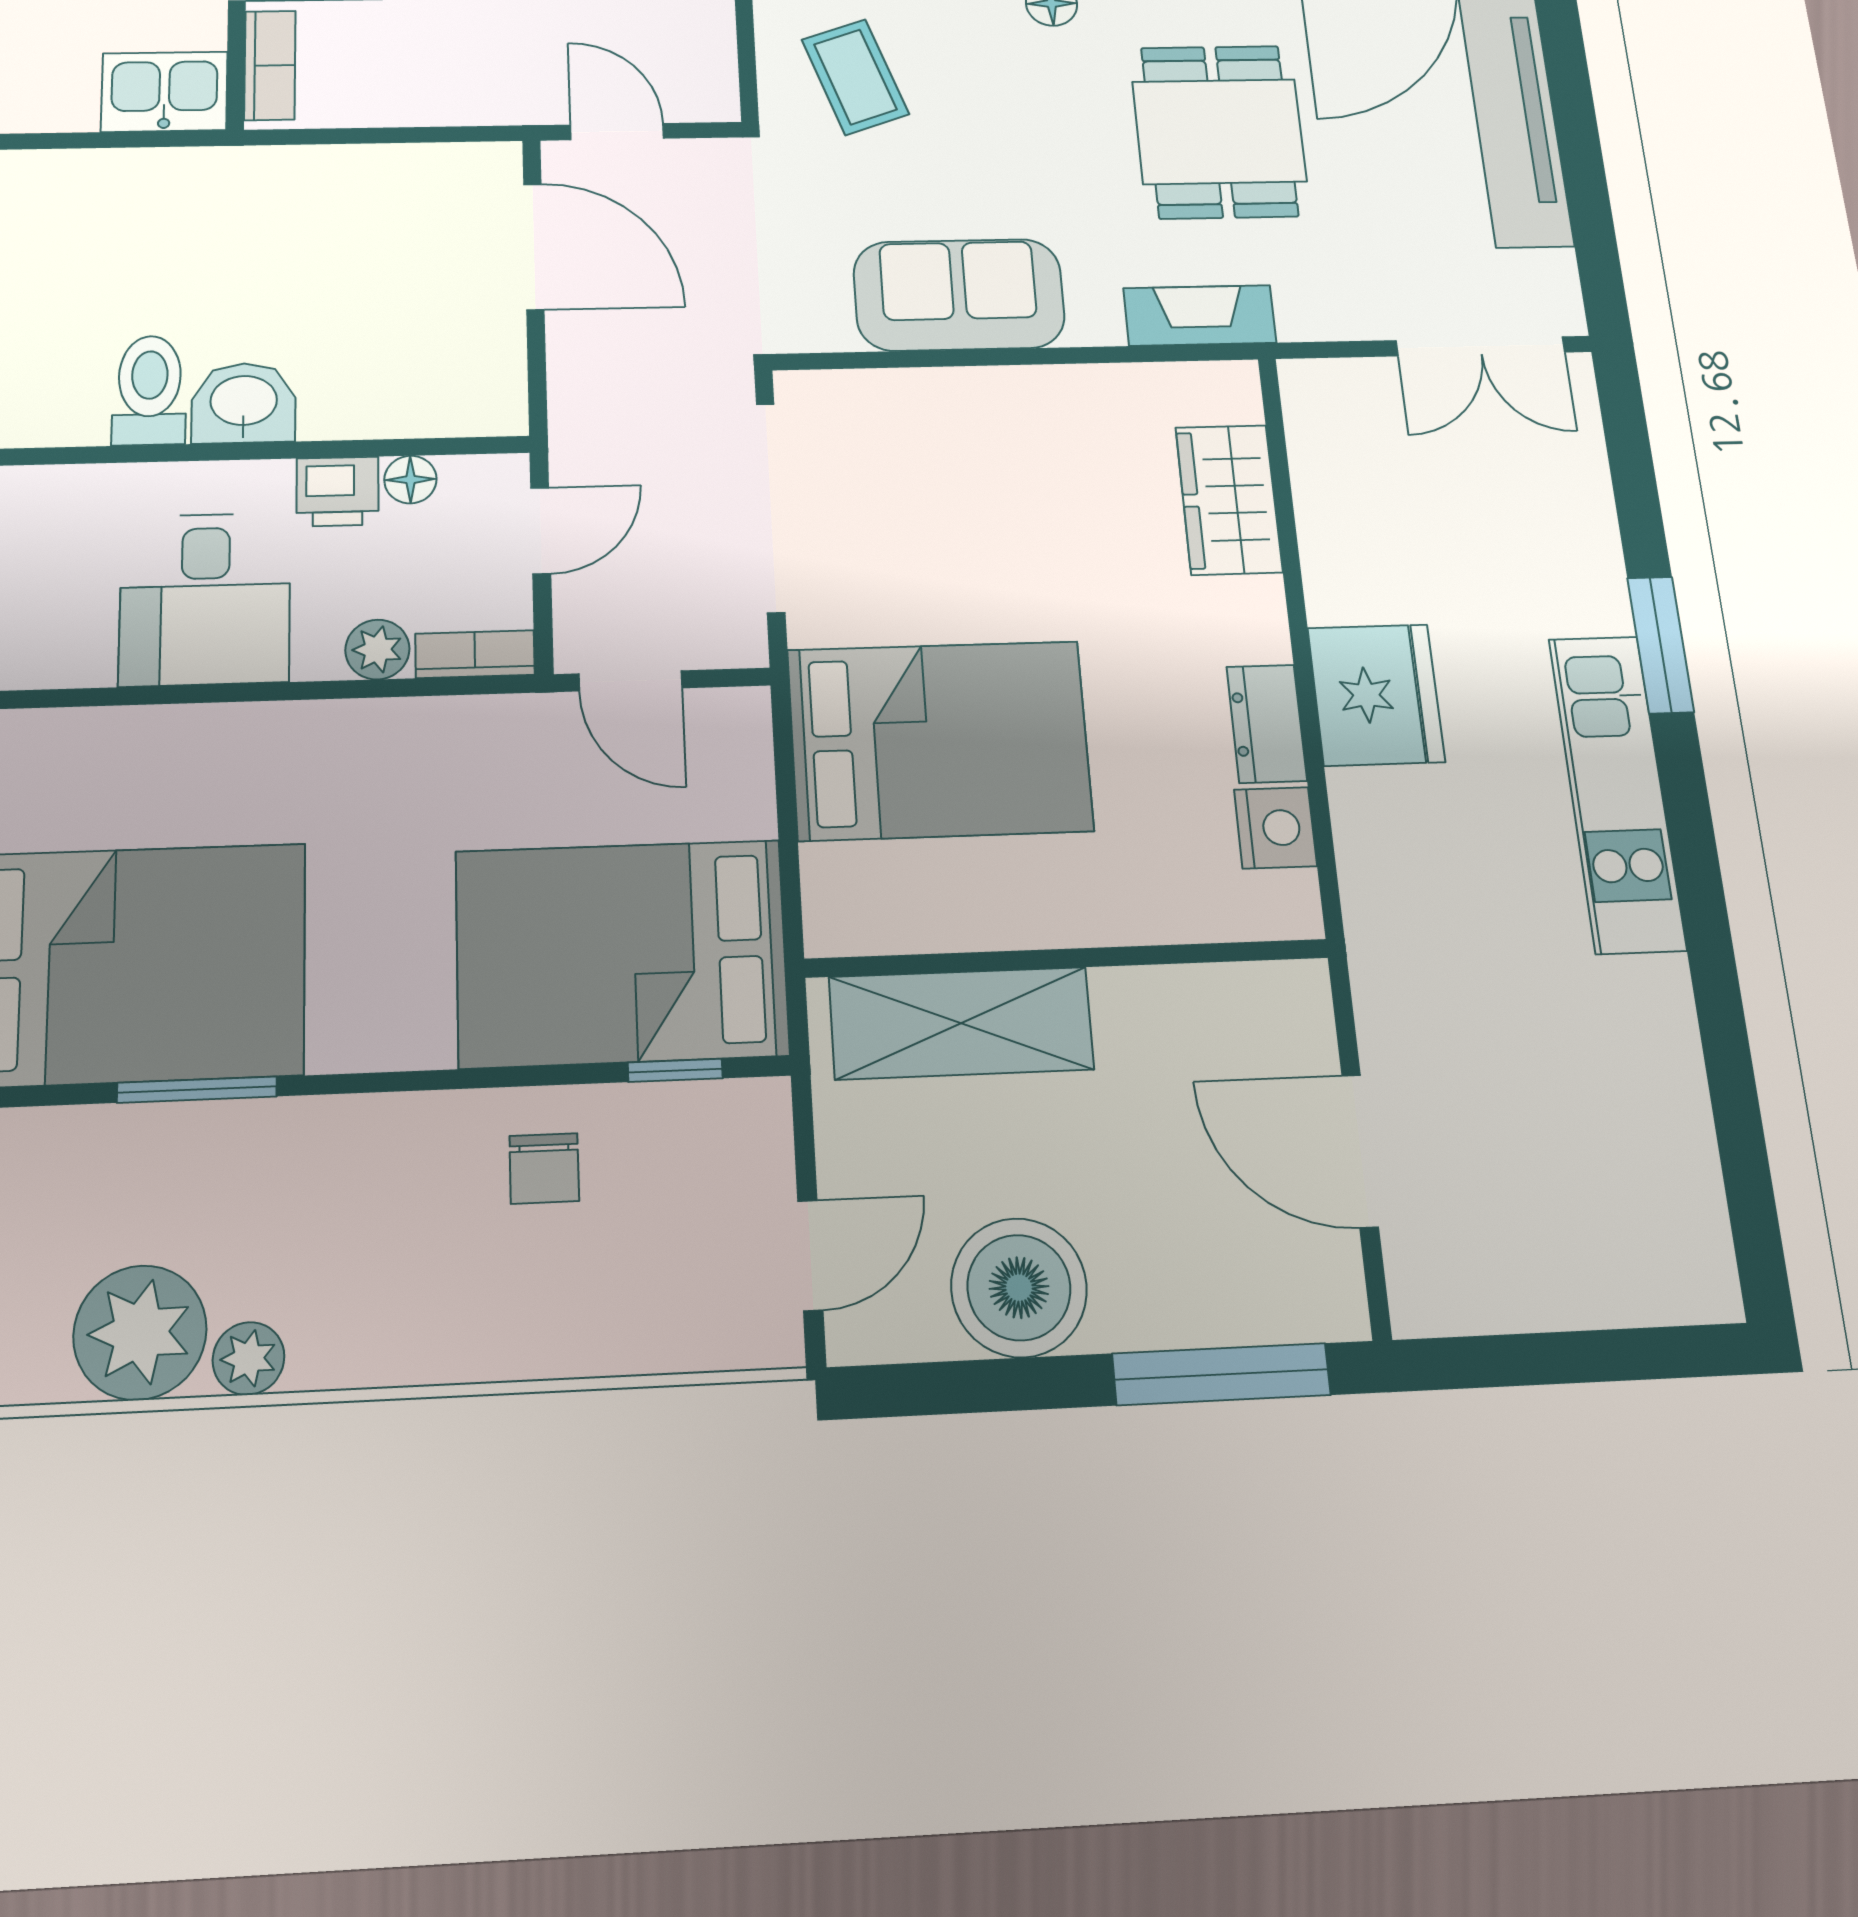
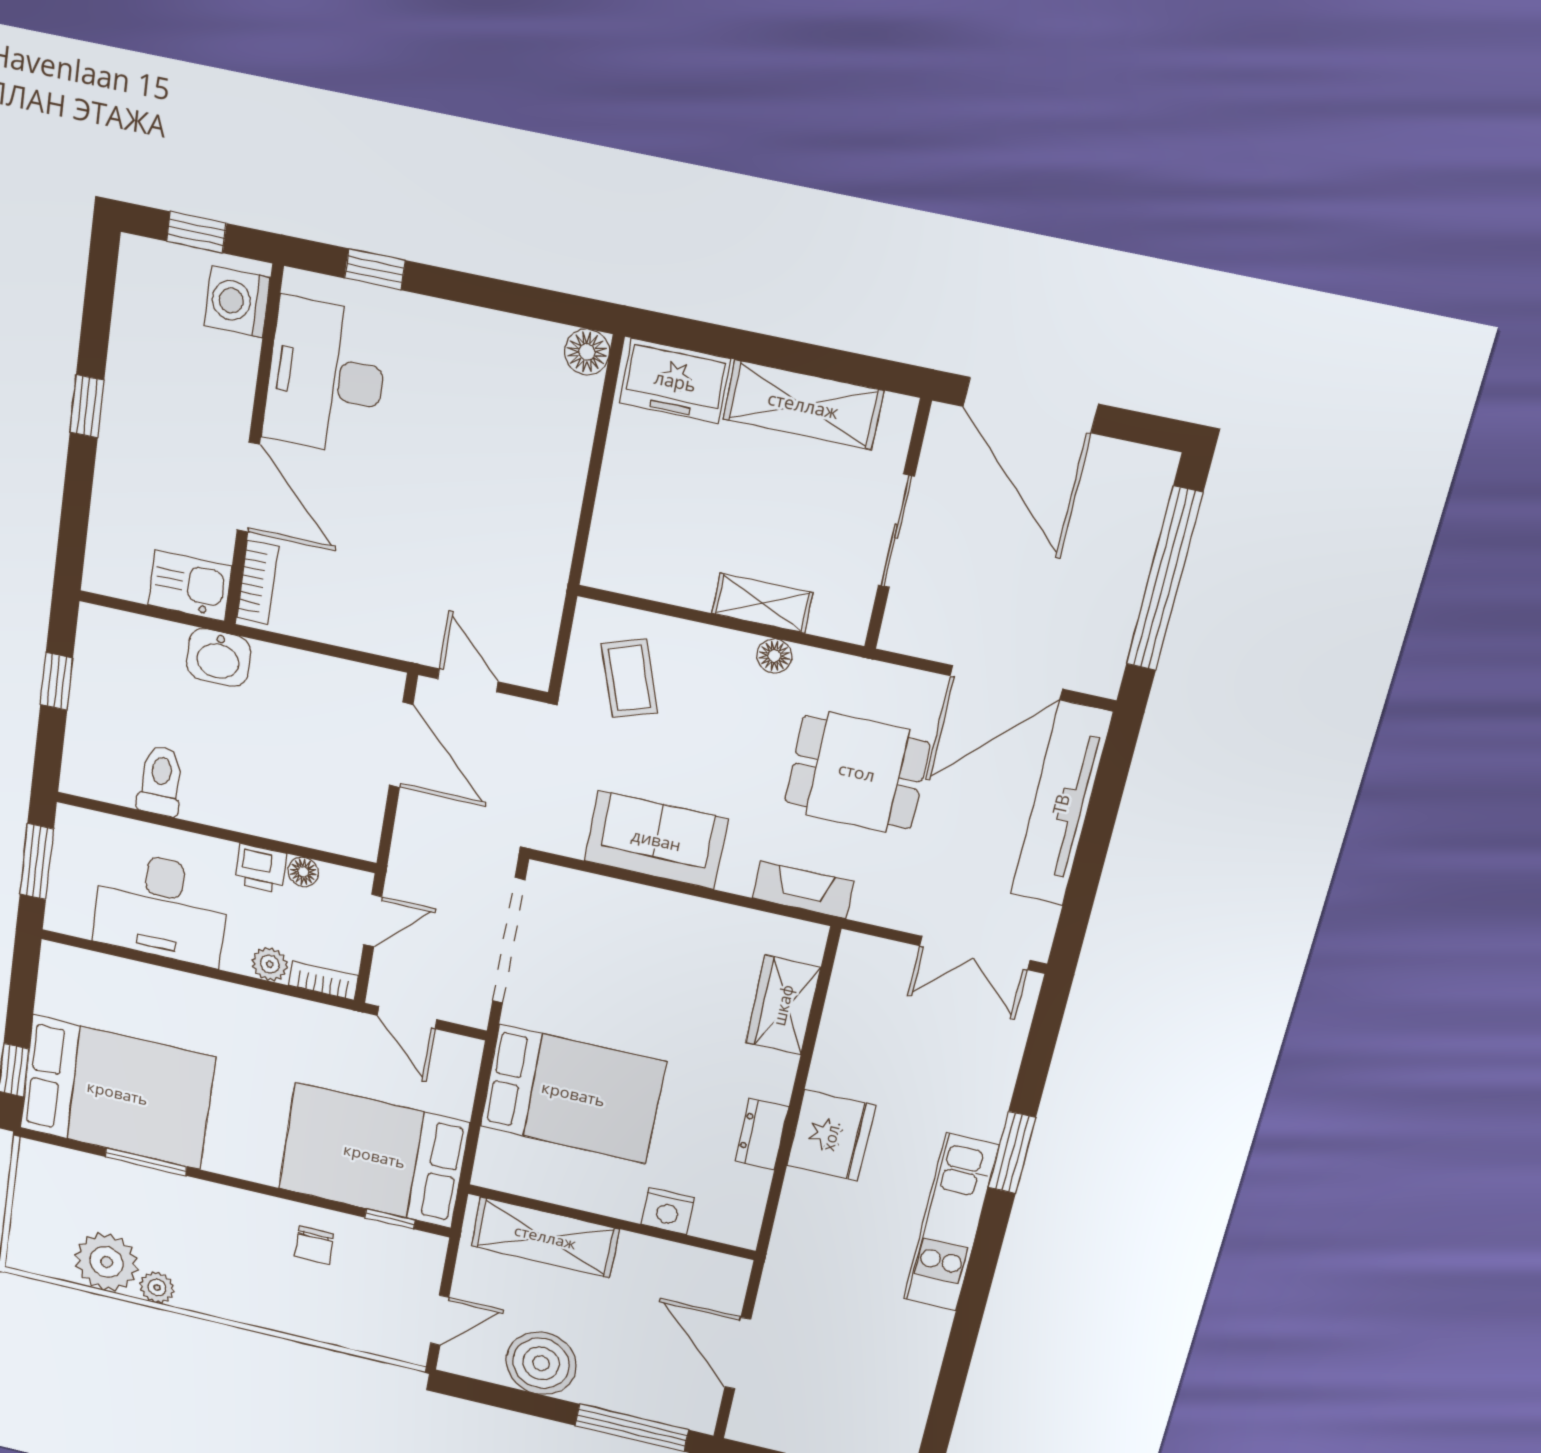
dining table: (1219, 132) -> (857, 772), turned 90
washbasin: (244, 403) -> (218, 657), moved, turned 180
desk: (205, 599) -> (161, 908), width x1.37
nightstand: (1275, 828) -> (668, 1211), moved, turned 90

